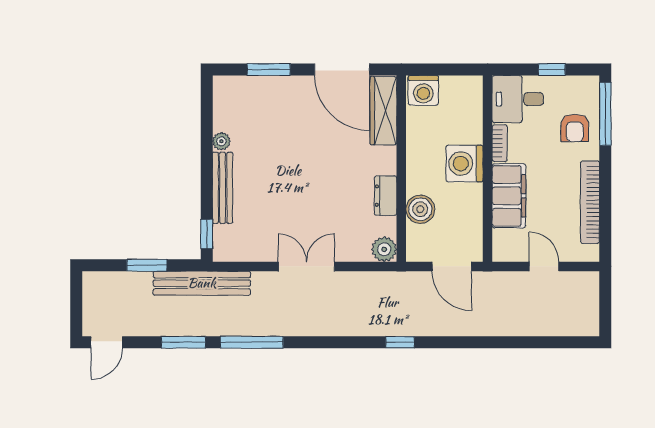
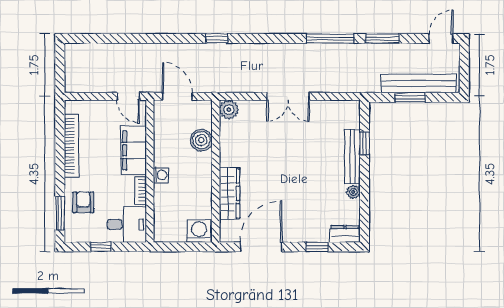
window: (269, 70) -> (317, 247), width x0.67
door: (342, 70) -> (261, 247), hinge flipped
wardrobe: (383, 111) -> (229, 193), moved
window: (605, 114) -> (60, 213), width x0.69
washing machine: (464, 164) -> (161, 175), width x0.53, depth x0.53
dresser: (386, 196) -> (345, 234), moved, turned -90
window: (207, 234) -> (365, 143), moved
door: (544, 266) -> (128, 96), moved
bench: (202, 283) -> (418, 84), moved

